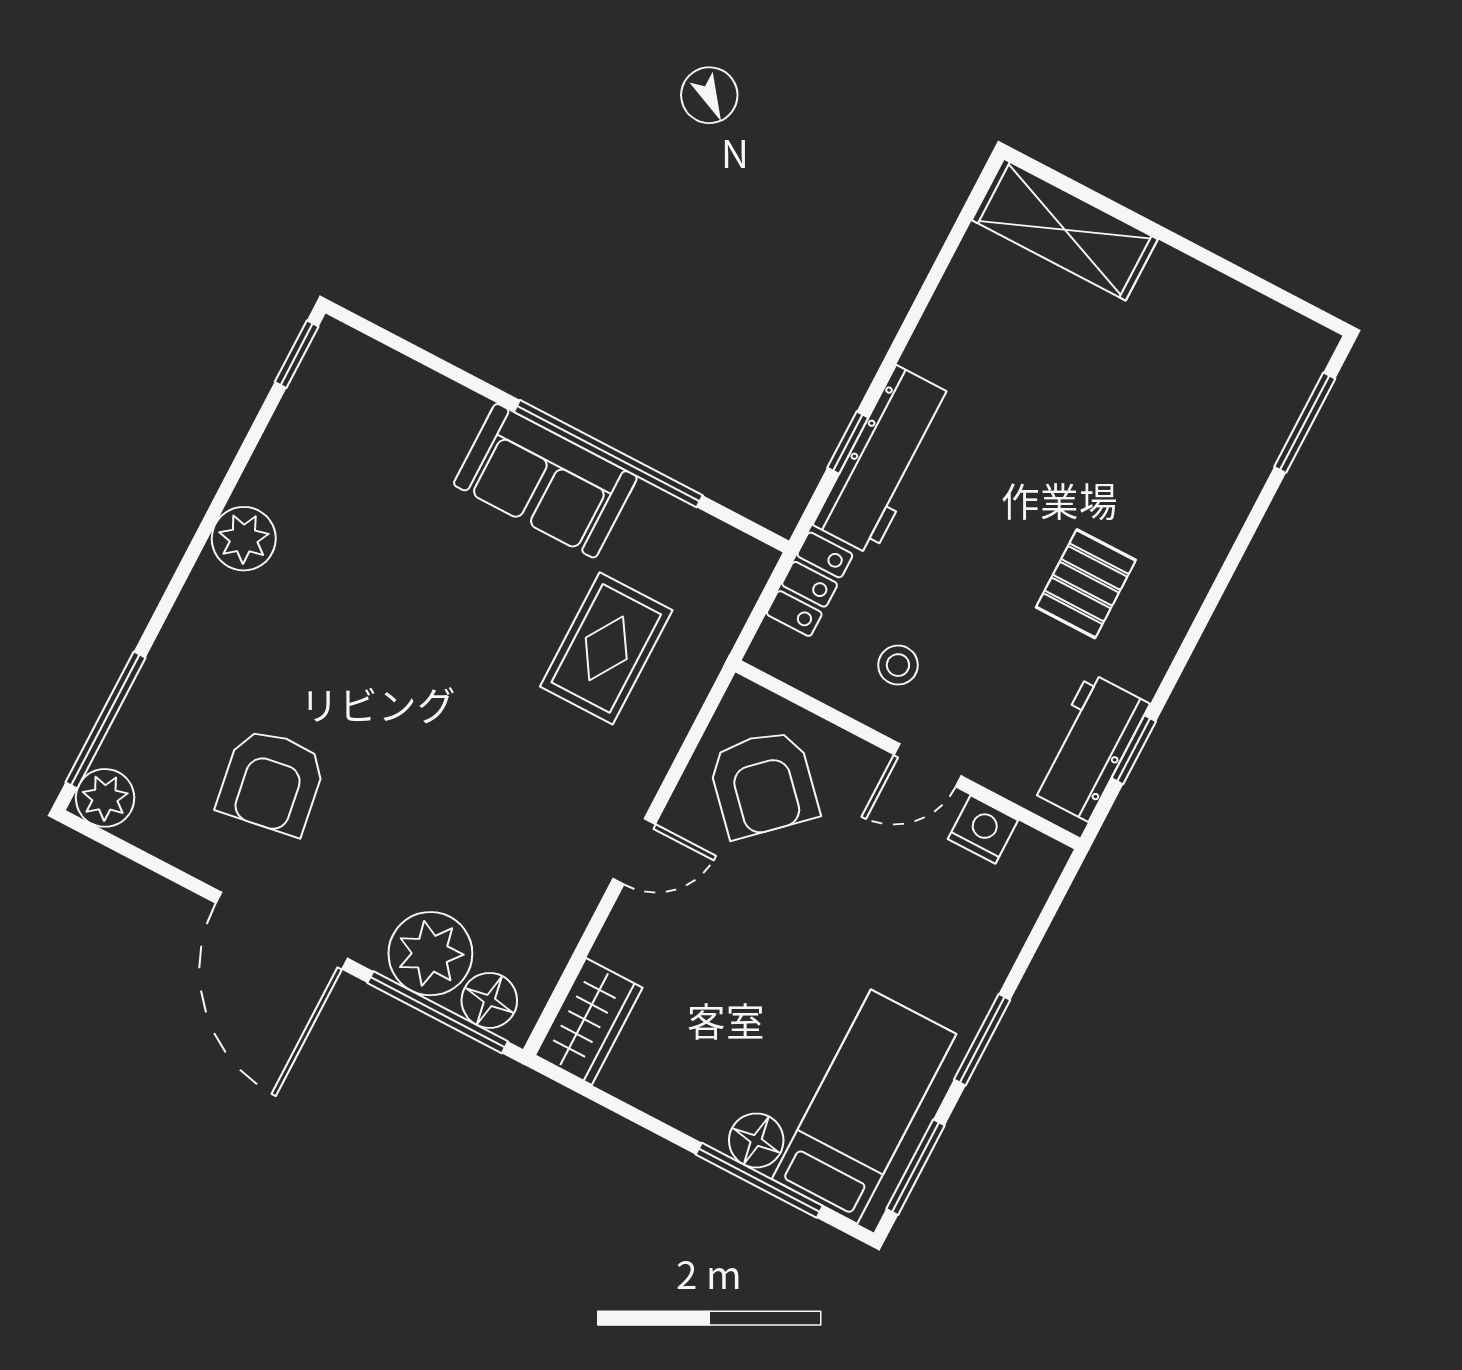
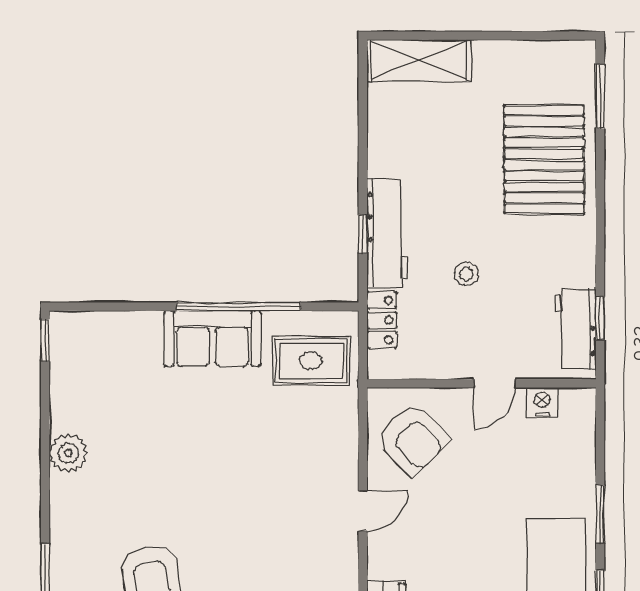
pallet: (1086, 584) -> (544, 159), moved, width x2.05, depth x2.00
rug: (606, 648) -> (311, 361), moved, turned 90
stool: (898, 665) -> (466, 274), moved

